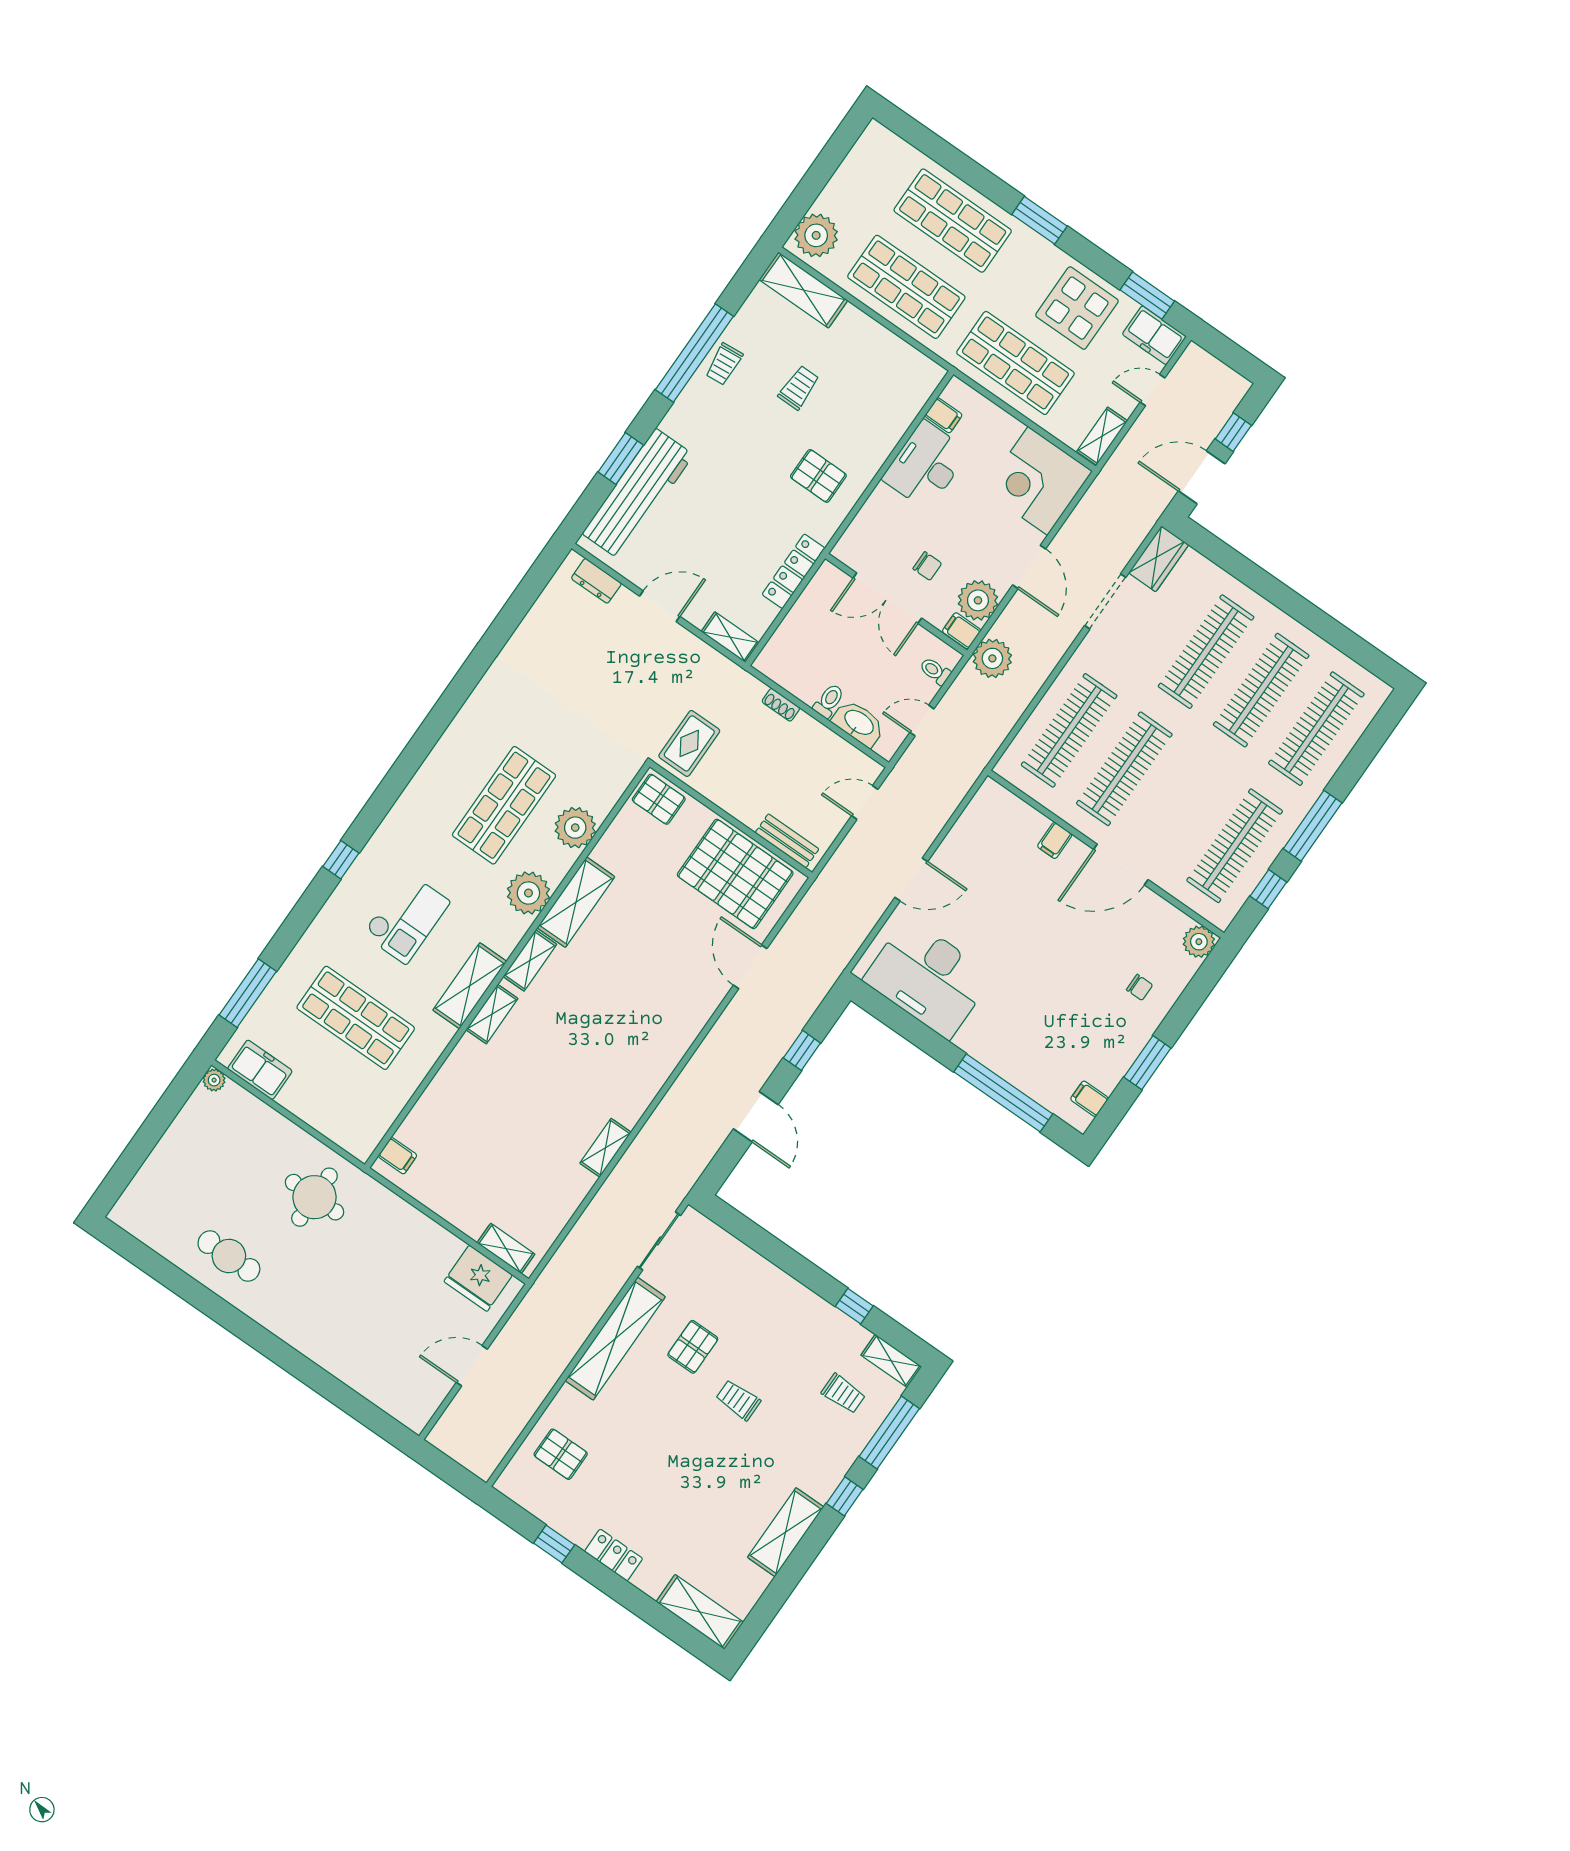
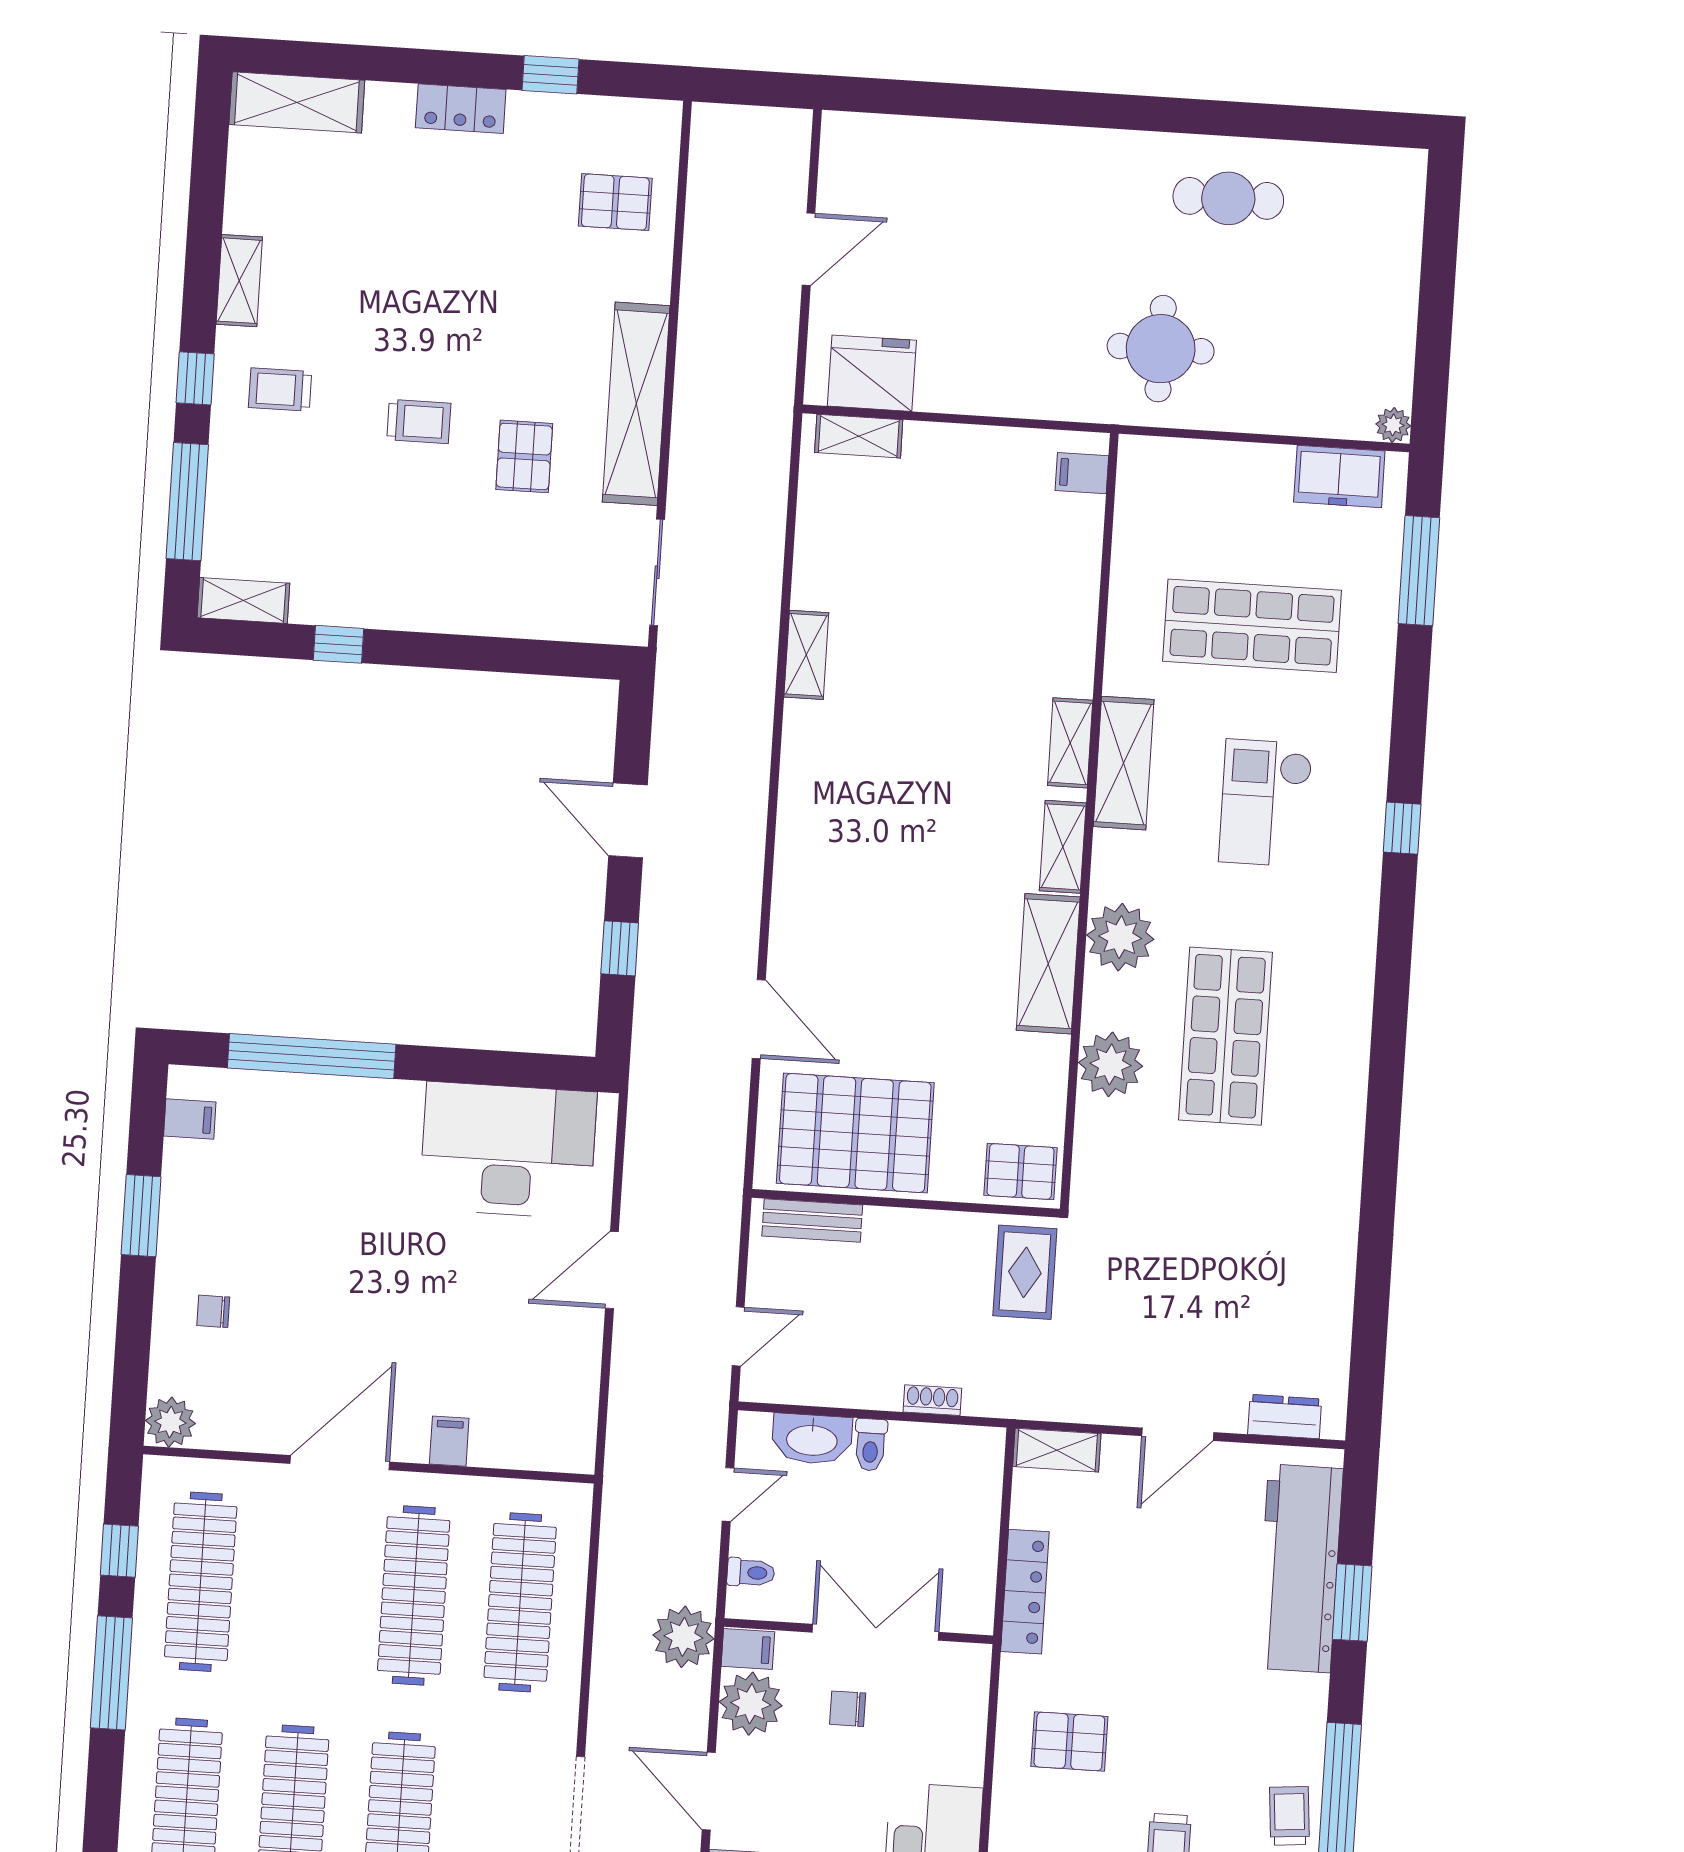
trolley: (843, 1394) -> (280, 390), moved
shelving: (786, 1532) -> (239, 281), width x0.67, depth x0.75

